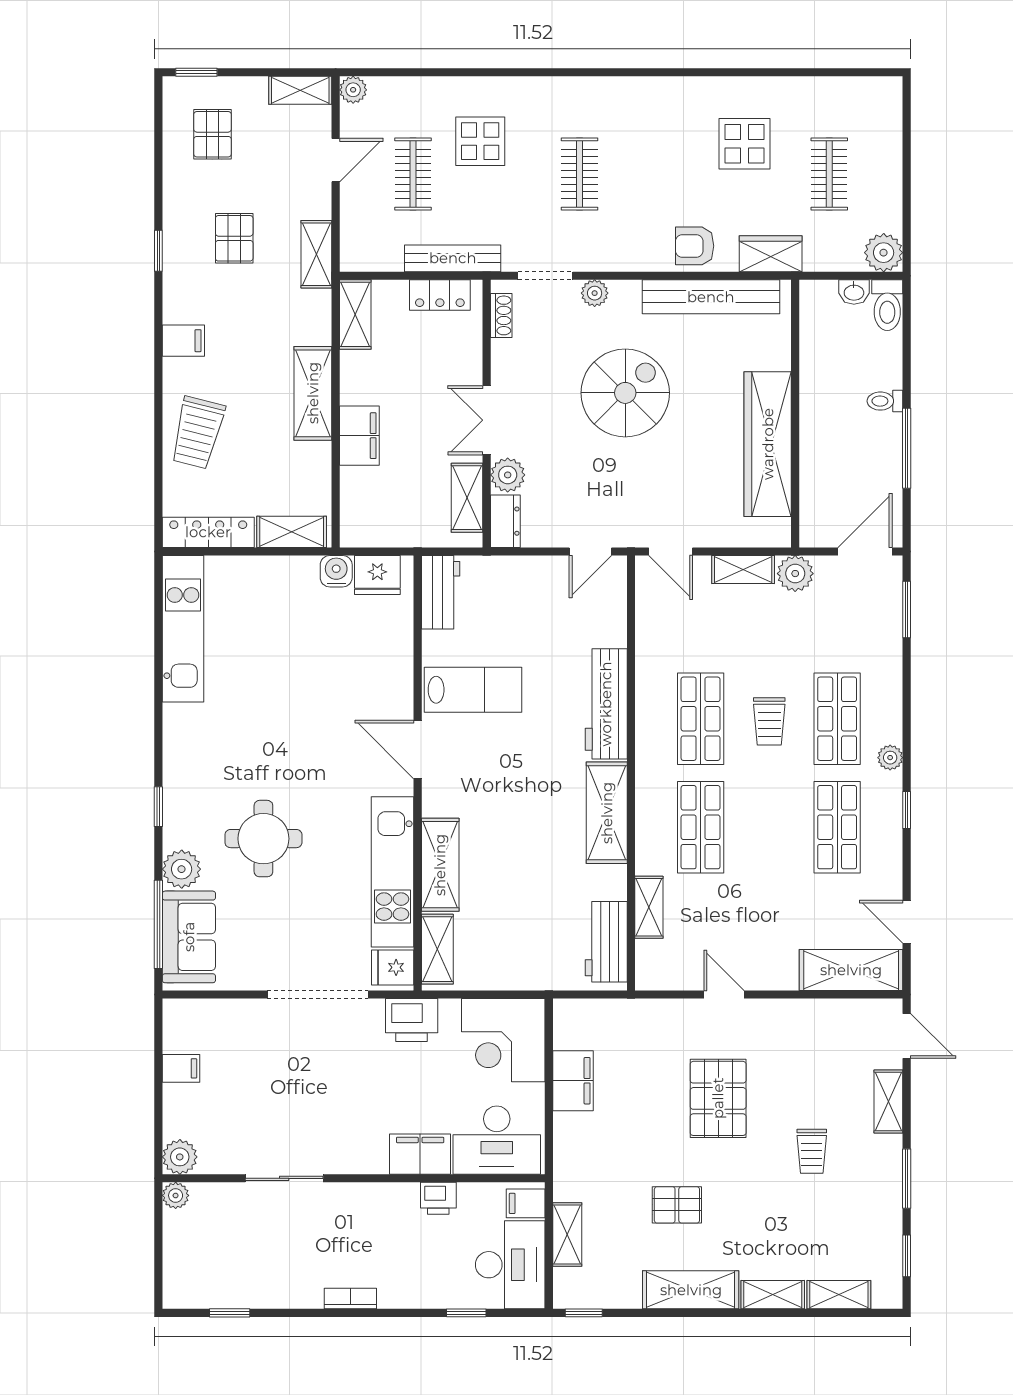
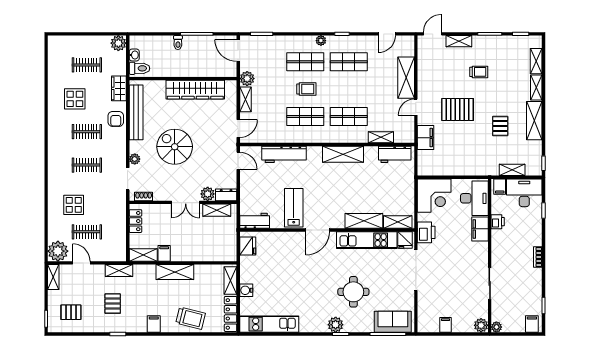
plant: (353, 90) -> (58, 251), width x1.88, depth x1.88
clothes rail: (663, 174) -> (87, 132), added
pallet: (234, 238) -> (113, 304), turned 90
bench: (453, 258) -> (121, 216), removed
toilet: (887, 305) -> (139, 68), moved
filing cabinet: (359, 436) -> (164, 253), moved, width x0.50
water cooler: (336, 571) -> (246, 290), moved
workbench: (606, 704) -> (284, 154), moved
plant: (182, 869) -> (336, 325), moved
shelving: (851, 970) -> (406, 78), moved
filing cabinet: (573, 1081) -> (426, 138), moved, turned 90
filing cabinet: (183, 1284) -> (532, 324), added

